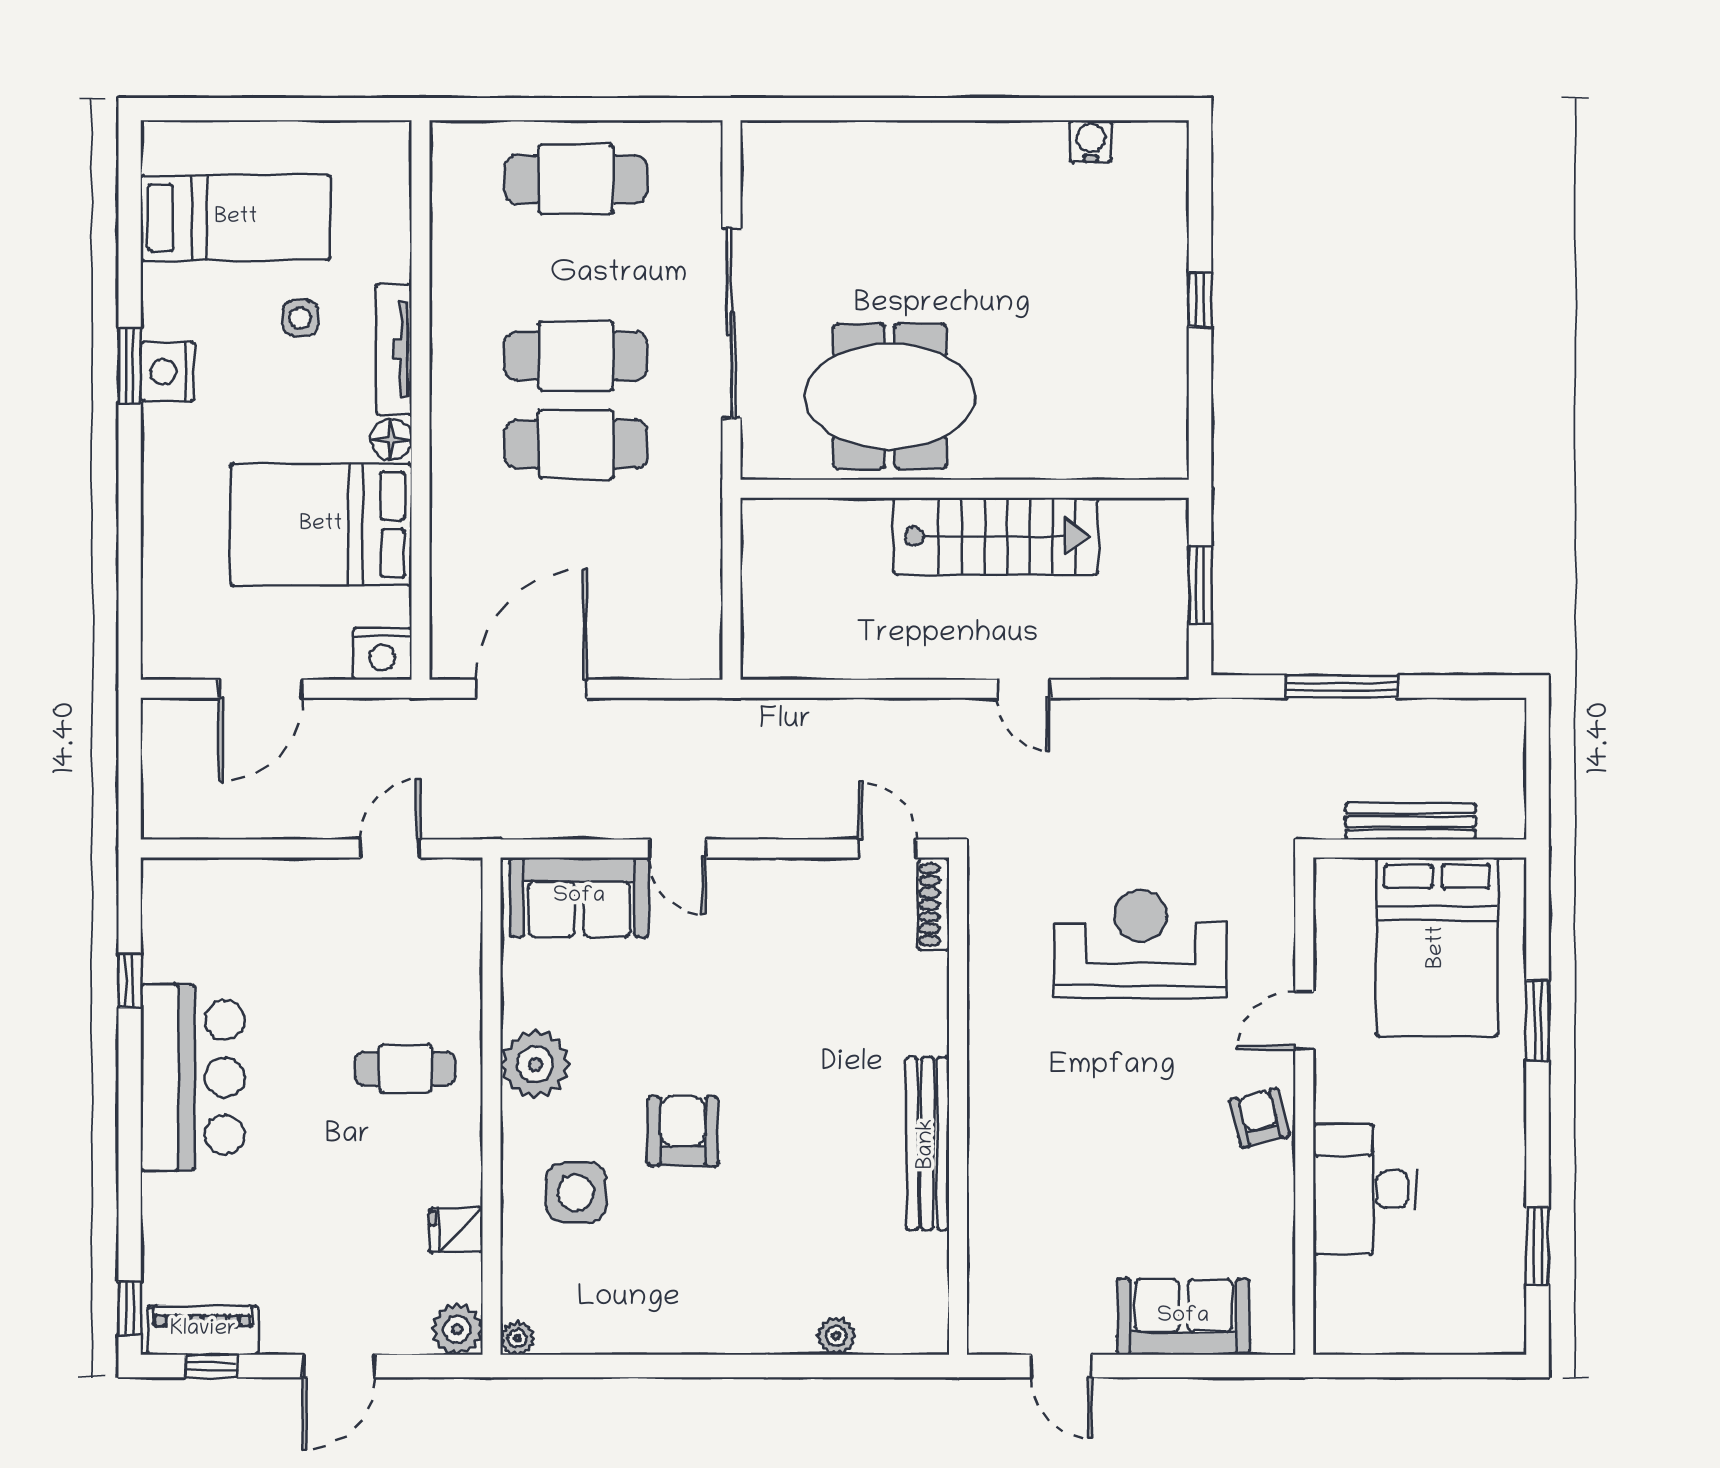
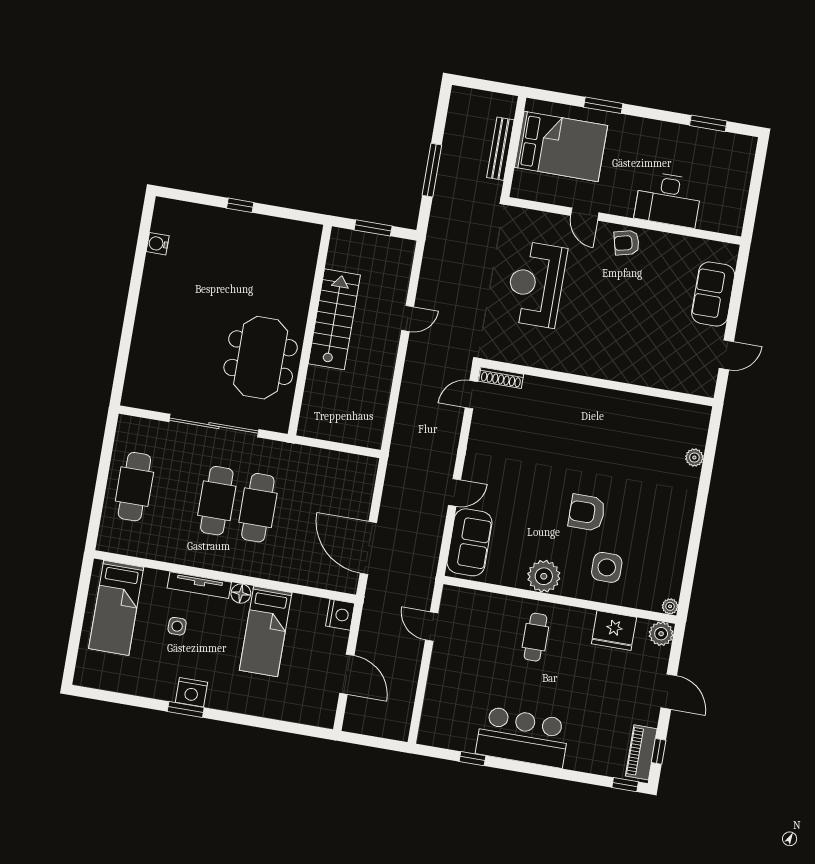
bed: (236, 218) -> (116, 608), moved, turned 180
bed: (321, 525) -> (266, 631), width x0.67
bench: (927, 1144) -> (612, 400), removed
fridge: (456, 1230) -> (614, 630), width x1.88, depth x1.34

